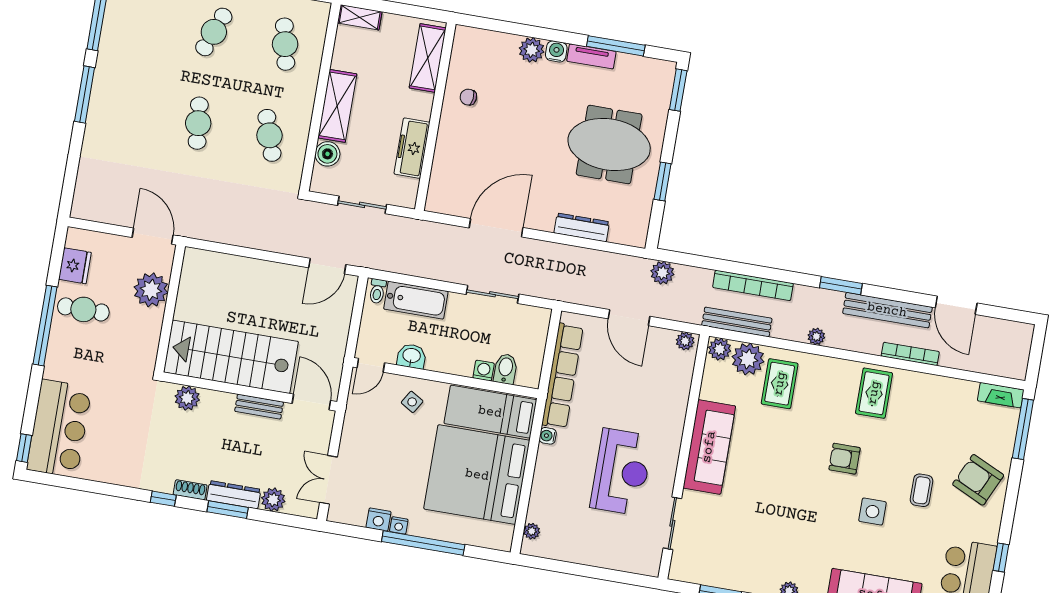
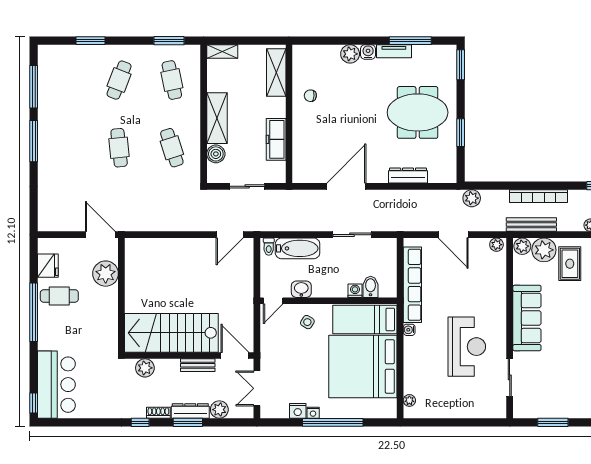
stairs: (231, 357) -> (171, 333), moved
wall: (250, 391) -> (189, 356), moved
plant: (187, 398) -> (145, 368), moved
door: (311, 402) -> (235, 356), moved
bench: (259, 407) -> (198, 365), moved

